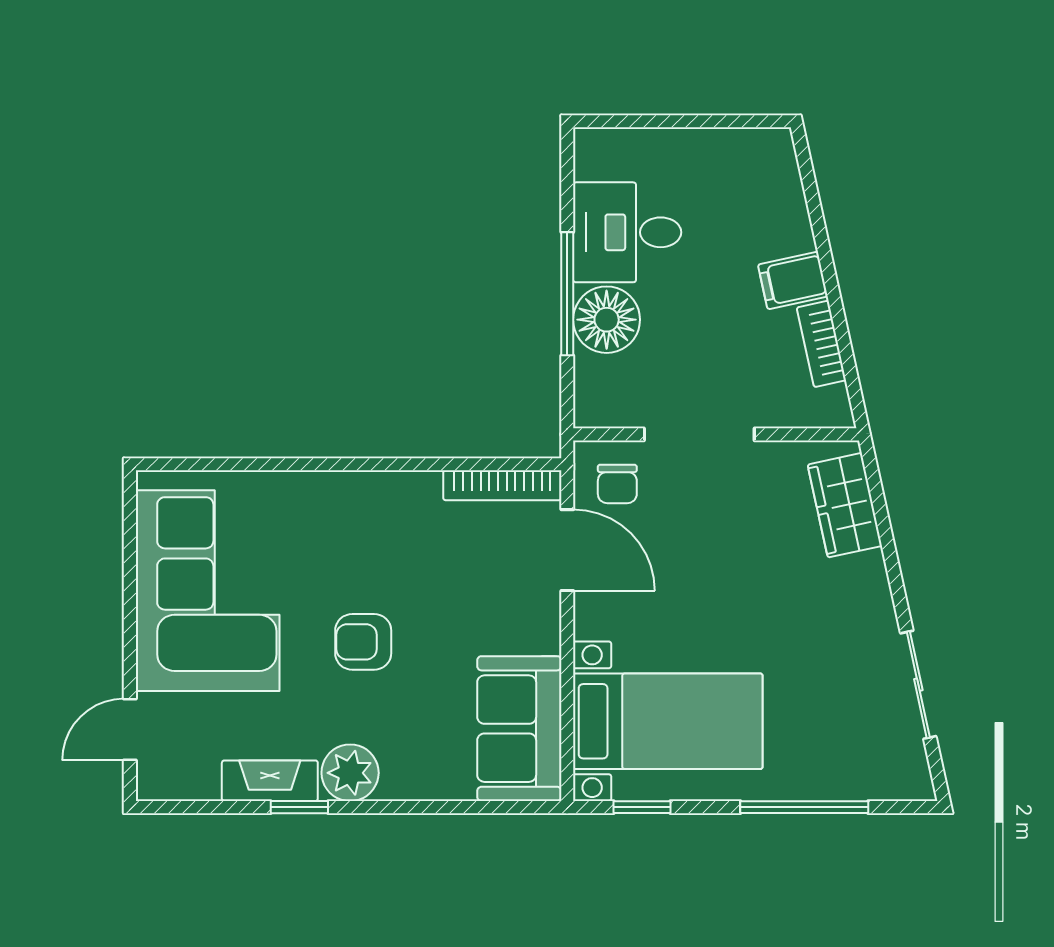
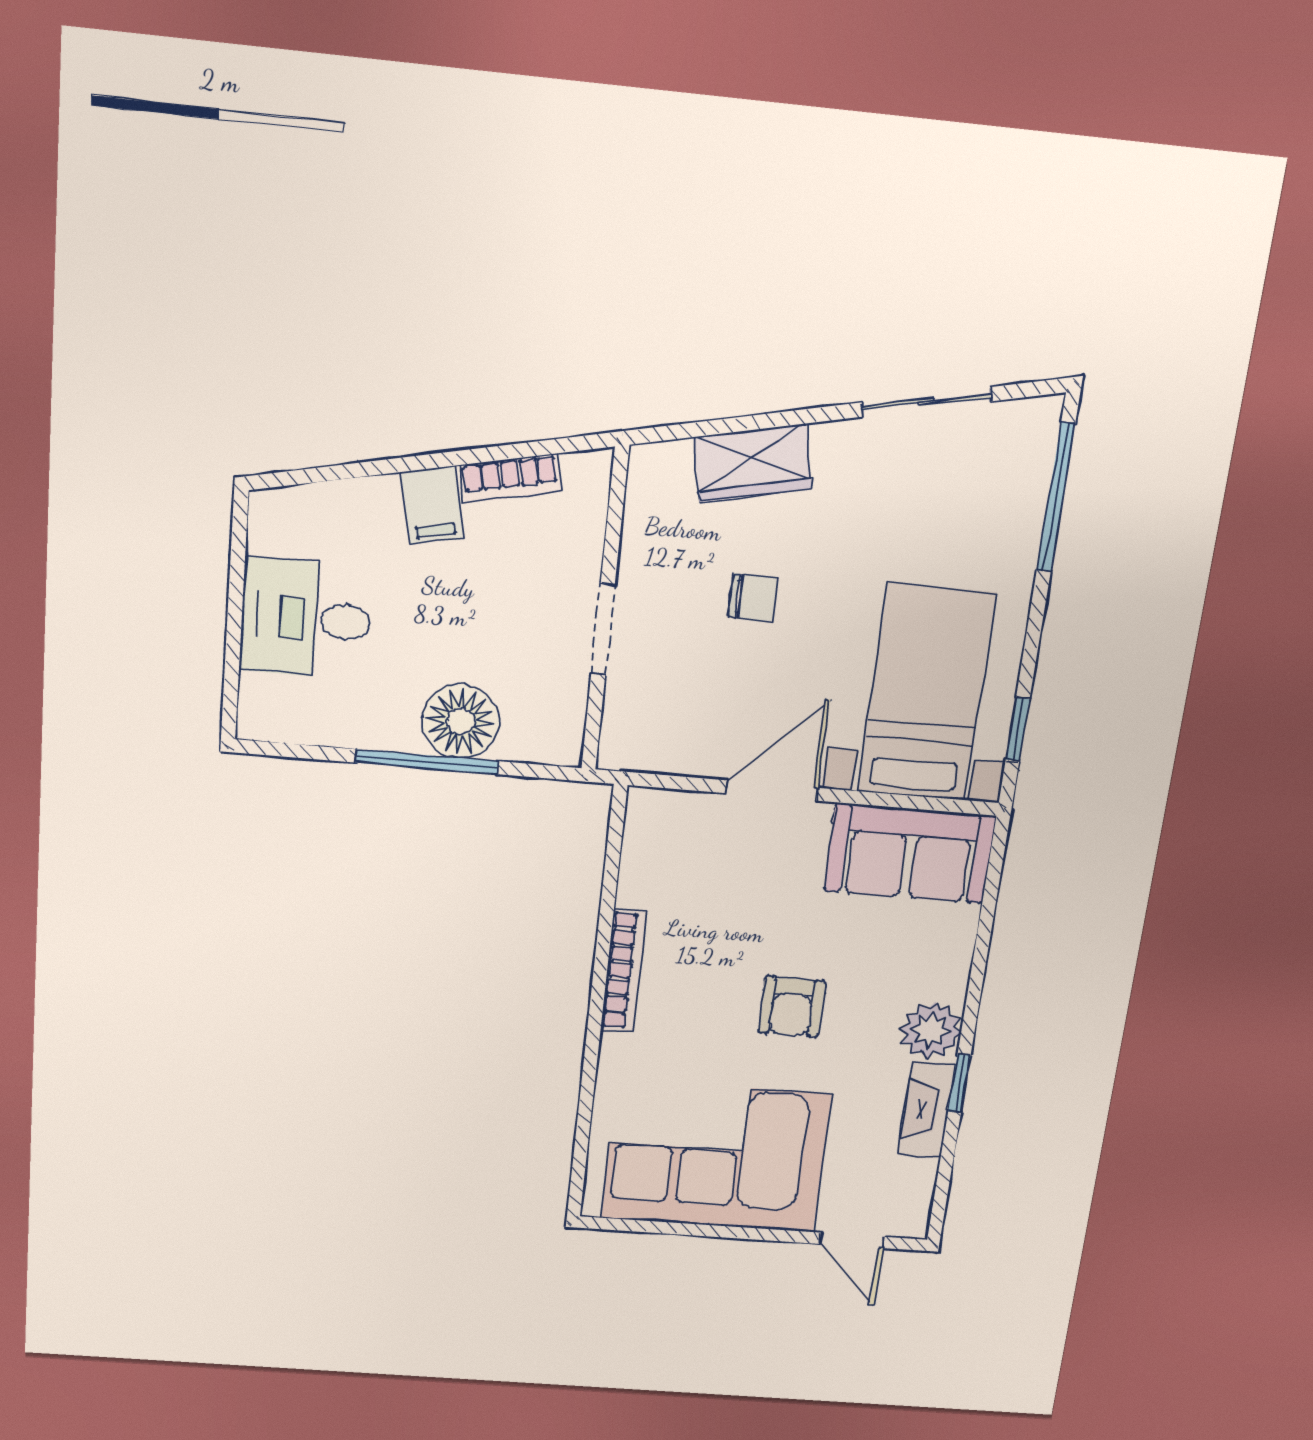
desk: (627, 232) -> (306, 619), moved, turned 90
doorway: (699, 434) -> (603, 629), width x0.73
chair: (617, 484) -> (753, 597), moved
bookcase: (502, 485) -> (624, 971), moved
wardrobe: (845, 505) -> (753, 463), moved
door: (567, 550) -> (772, 791), moved
window: (804, 807) -> (1056, 497), moved

